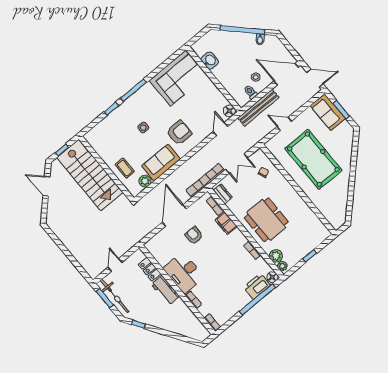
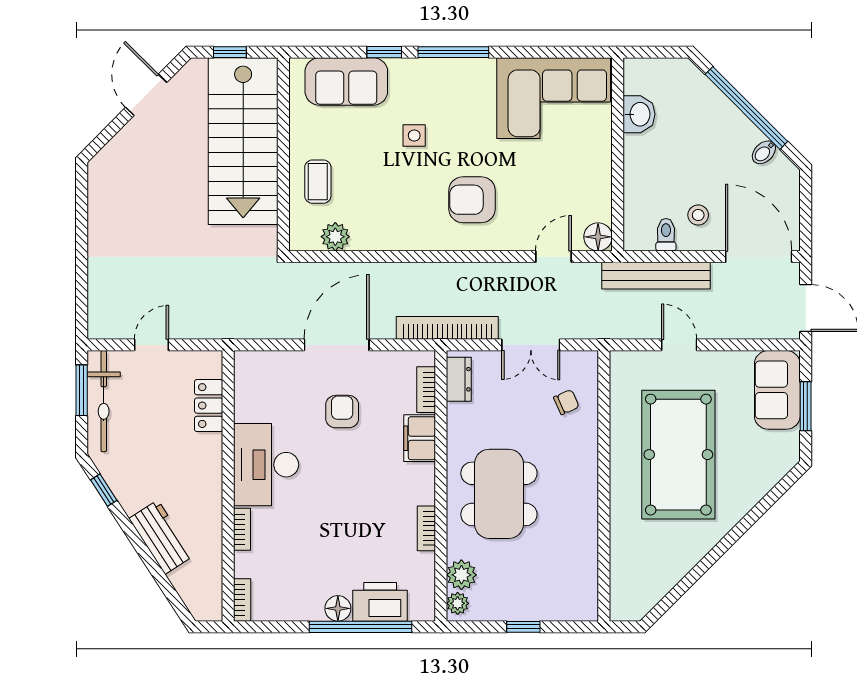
armchair: (179, 133) -> (472, 200), turned 180
sofa: (161, 163) -> (346, 81), moved, turned 180
floor lamp: (272, 277) -> (338, 608), moved
workbench: (165, 290) -> (161, 537), moved, turned 147

